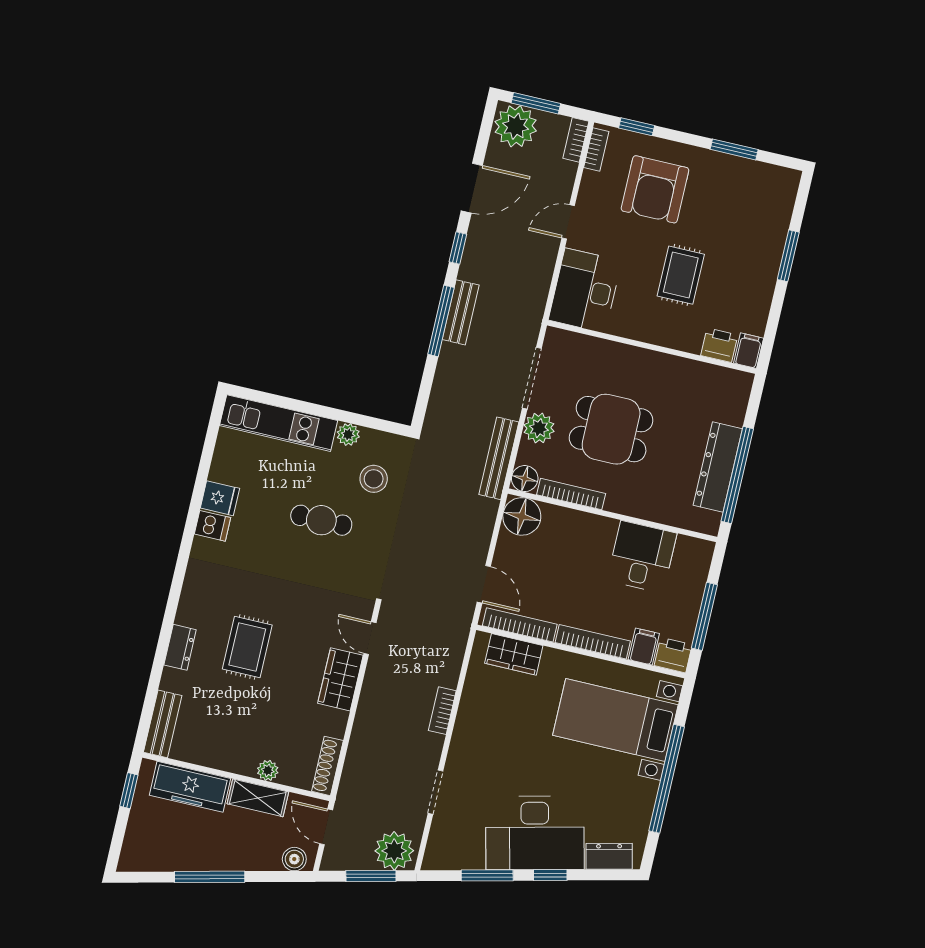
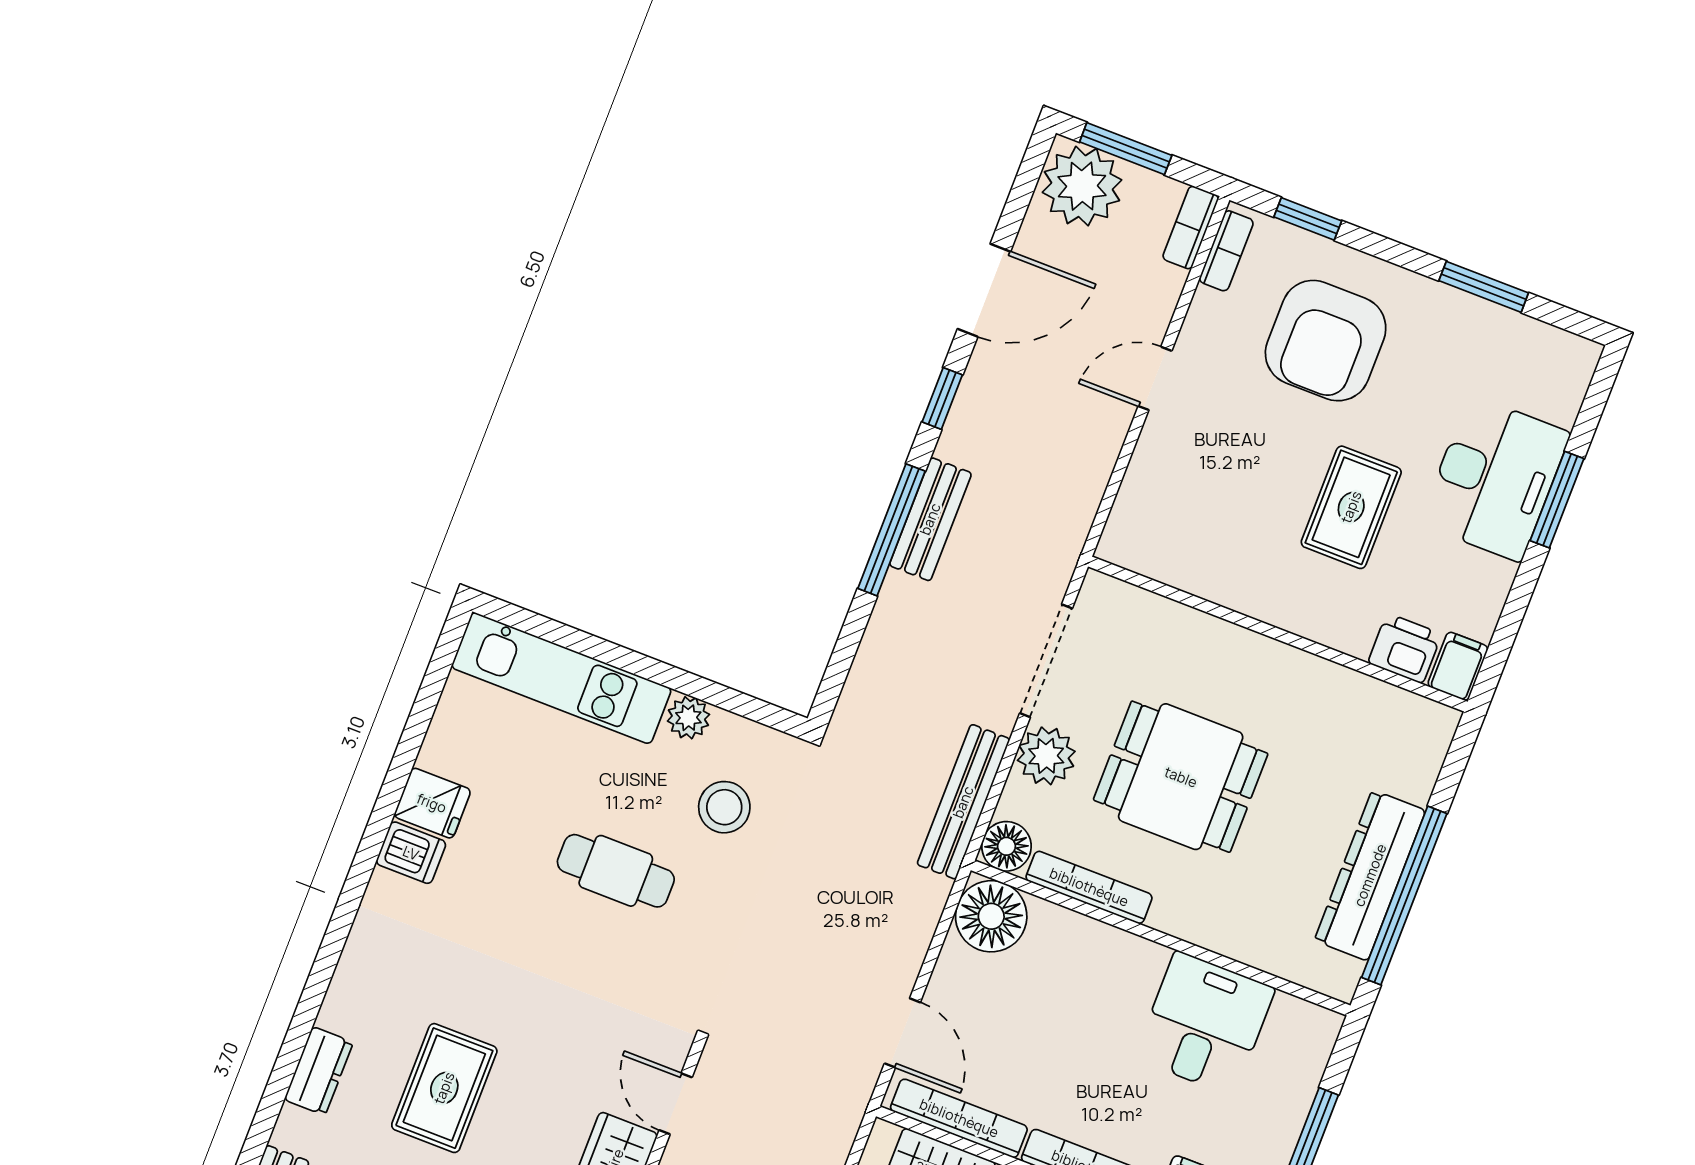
desk: (585, 290) -> (1495, 478), moved, turned 180

